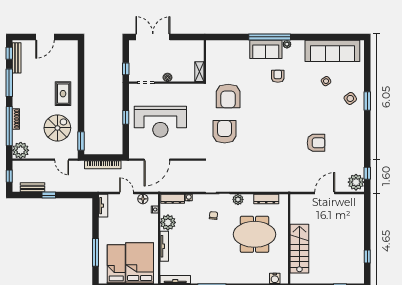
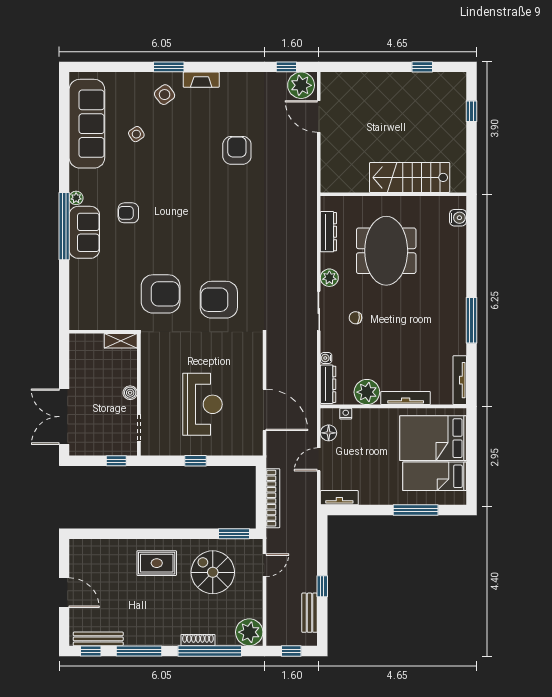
fireplace: (359, 121) -> (201, 80), added
reception desk: (160, 122) -> (202, 404), width x0.74, depth x0.77
door: (325, 193) -> (319, 116), moved

